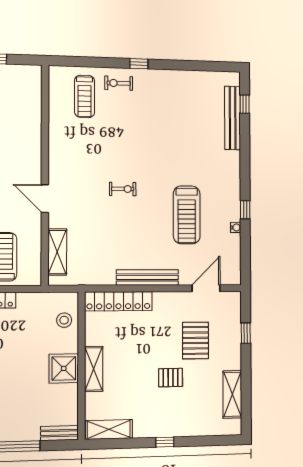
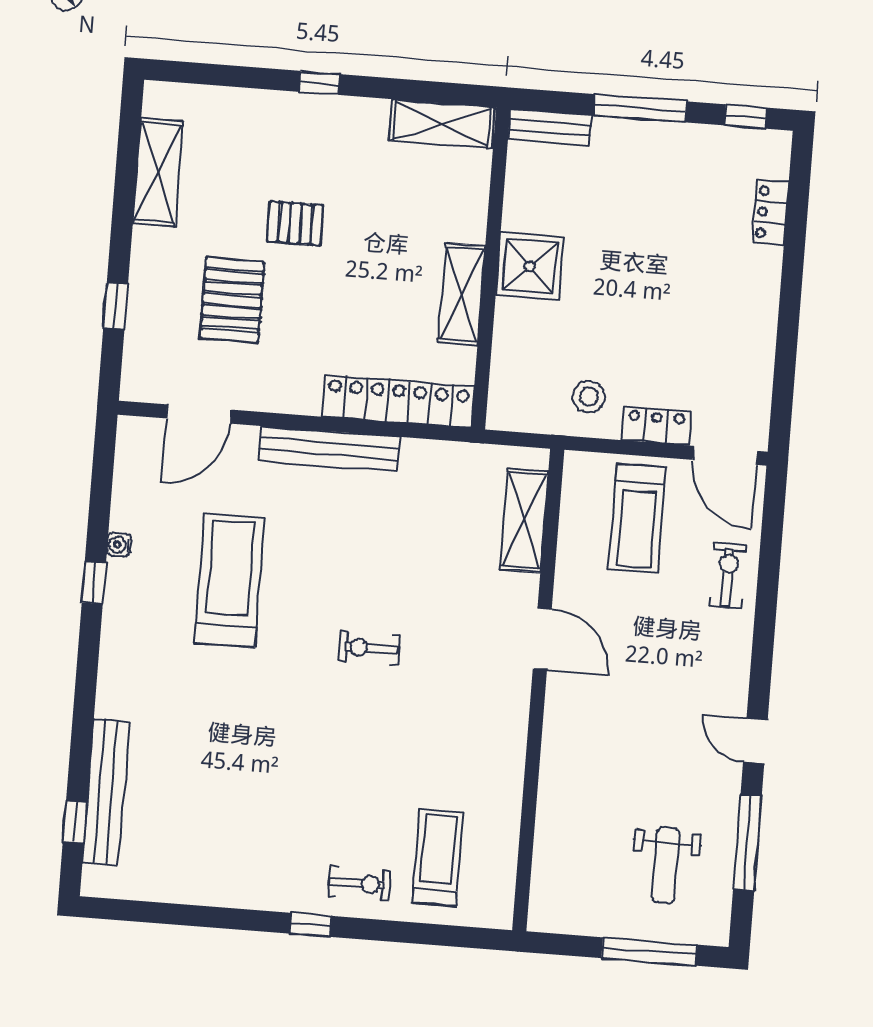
stool: (64, 320) -> (589, 397), moved
shelving: (94, 369) -> (462, 294), moved

